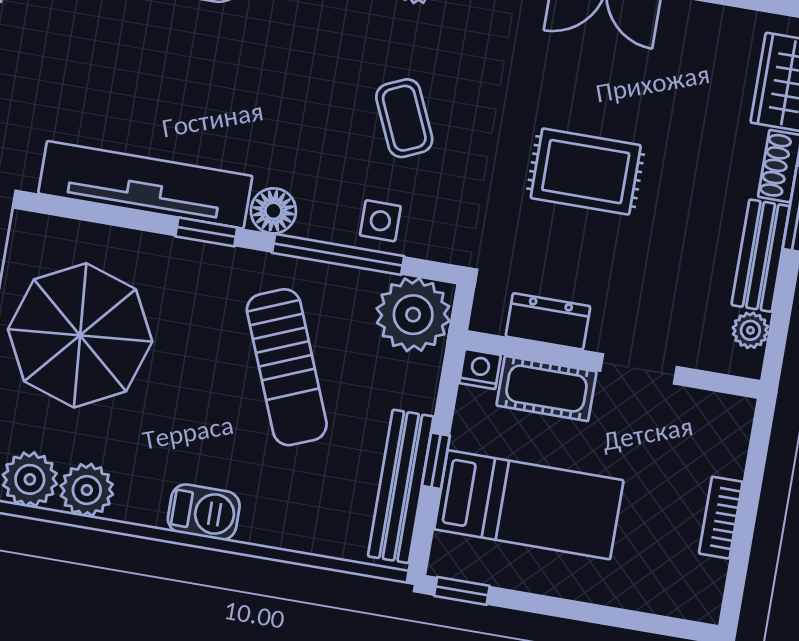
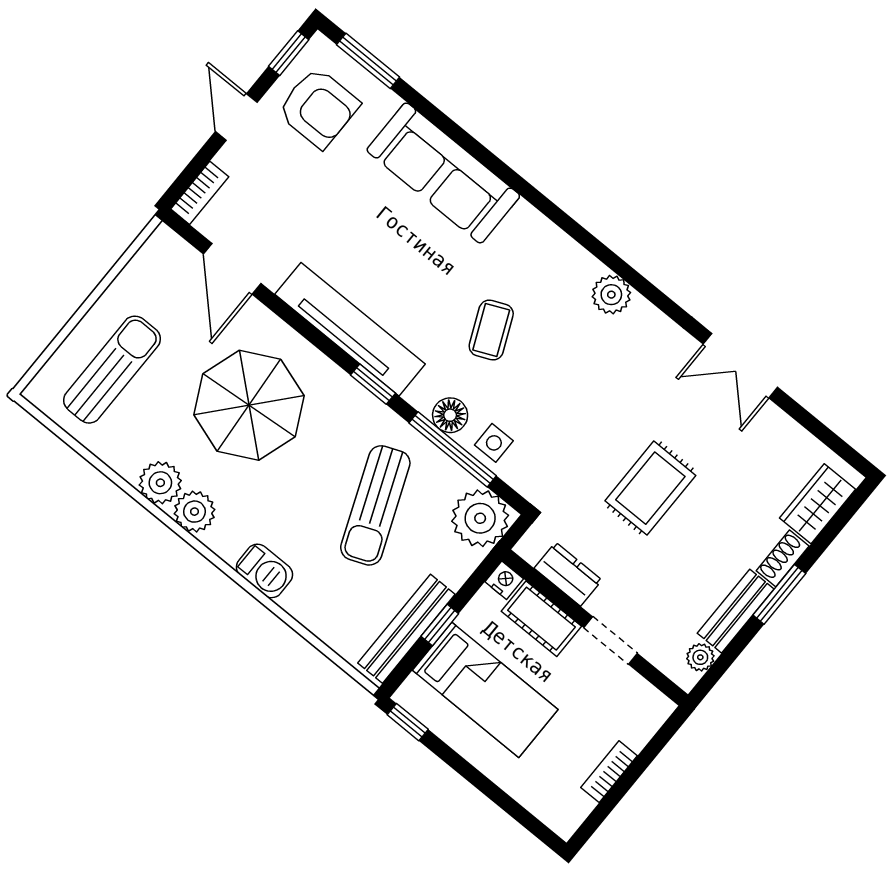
coffee table: (404, 118) -> (491, 330), moved
rug: (586, 172) -> (650, 488), turned 90
floor lamp: (273, 211) -> (450, 415), moved

